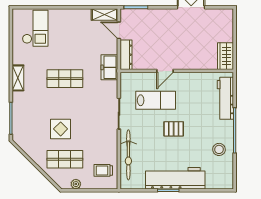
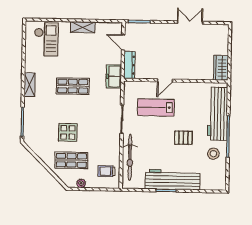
shelving: (104, 14) -> (83, 27), moved
workbench: (225, 98) -> (218, 114), width x1.36, depth x1.32
lab bench: (156, 100) -> (156, 107), turned 180
pallet: (174, 129) -> (183, 138), moved

